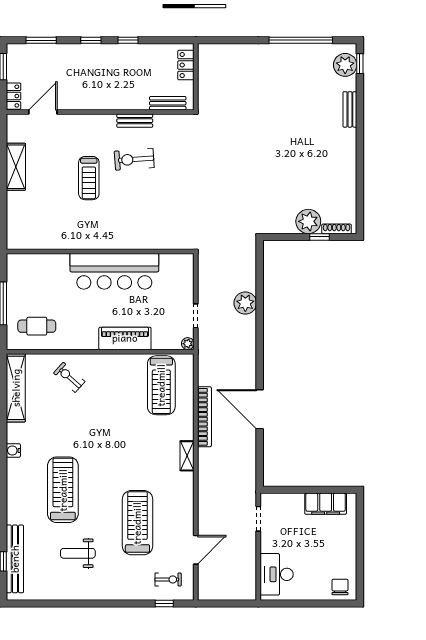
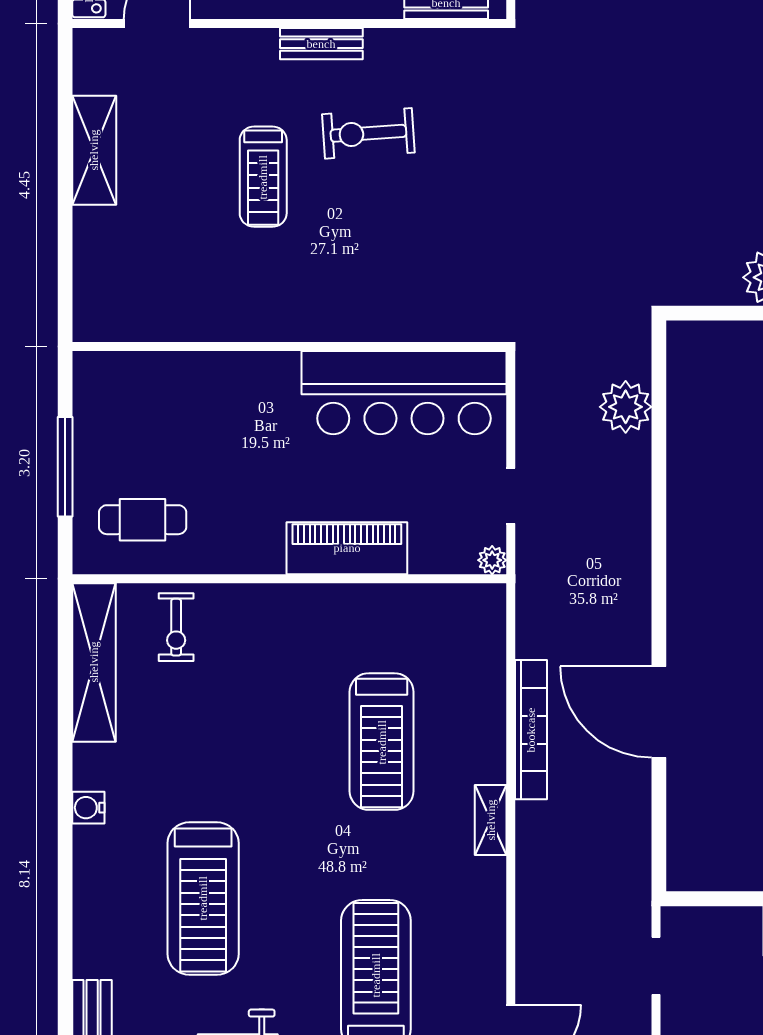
bench: (135, 121) -> (321, 44), moved
bar counter: (114, 271) -> (404, 393), moved
plant: (245, 303) -> (626, 407), moved
exercise bike: (69, 377) -> (176, 627), moved, turned -132
treadmill: (161, 385) -> (382, 742), moved
treadmill: (63, 490) -> (203, 898), turned 180

